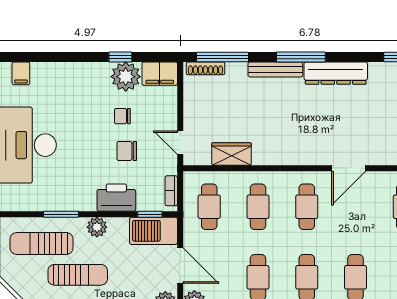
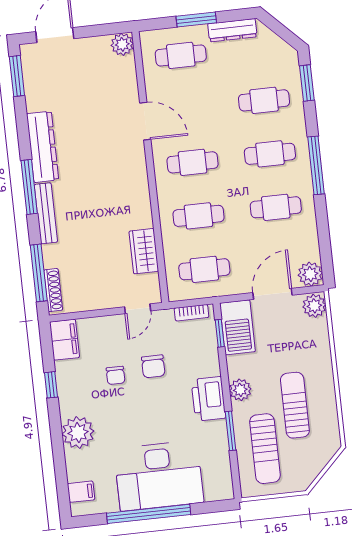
plant: (126, 77) -> (78, 433), moved
printer: (116, 198) -> (208, 399), moved

